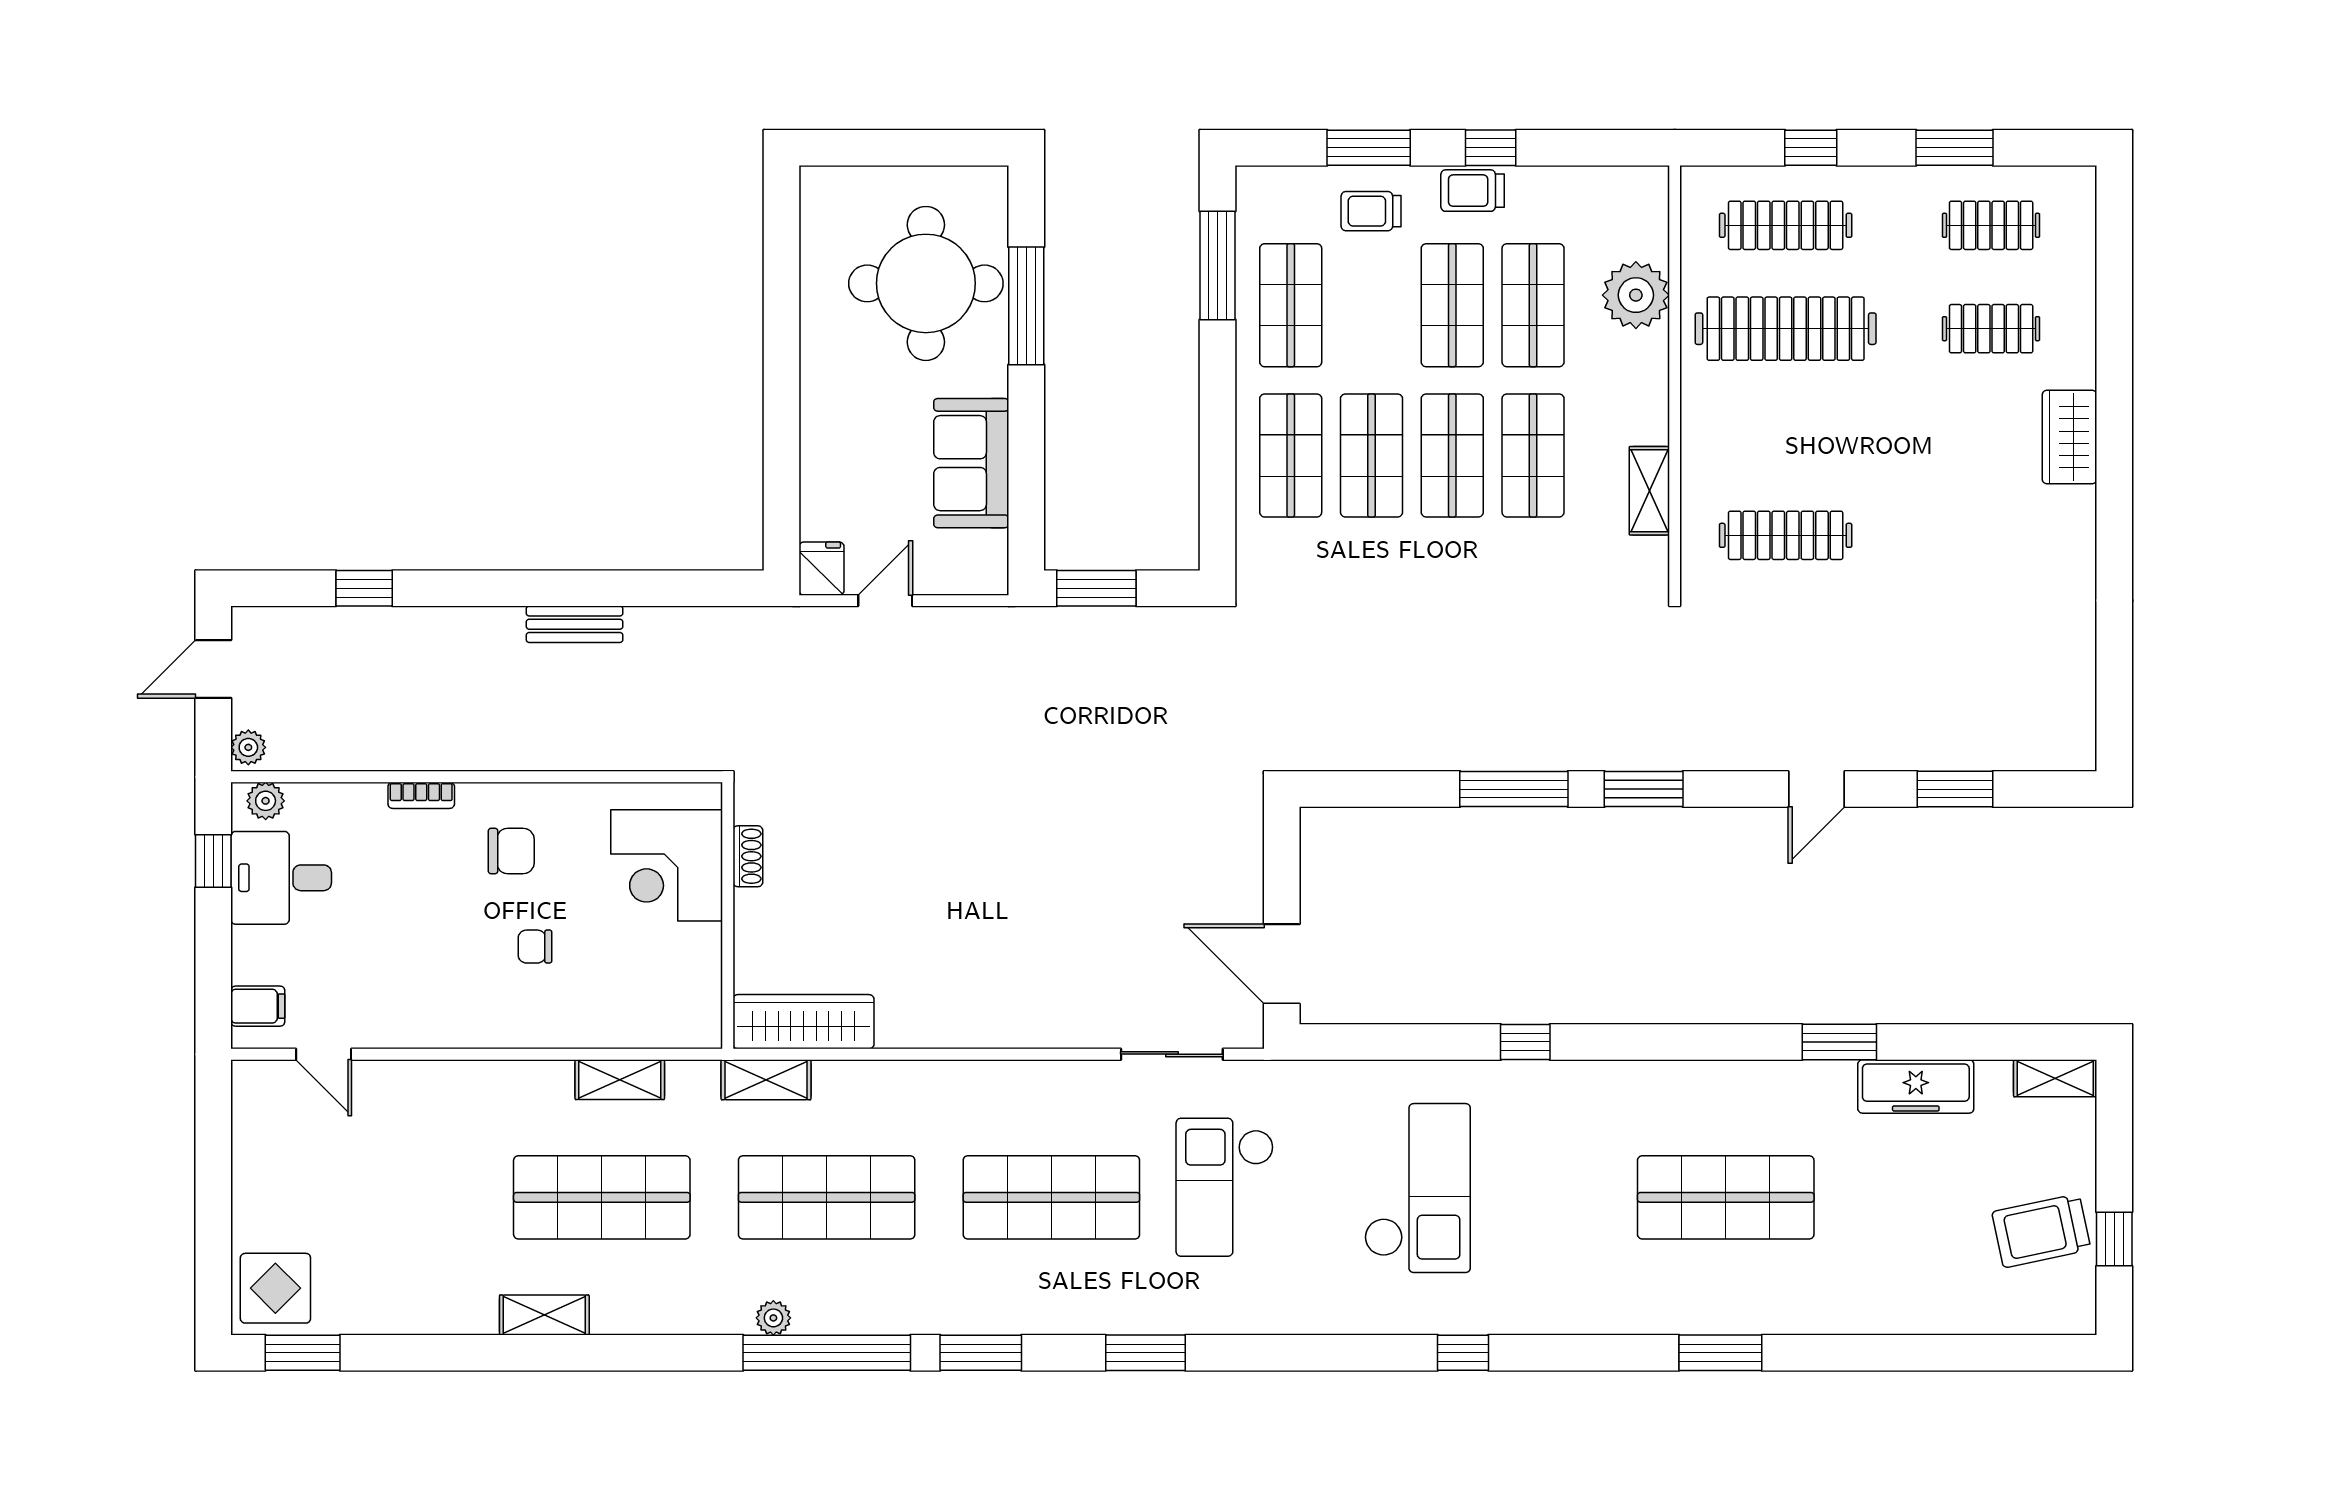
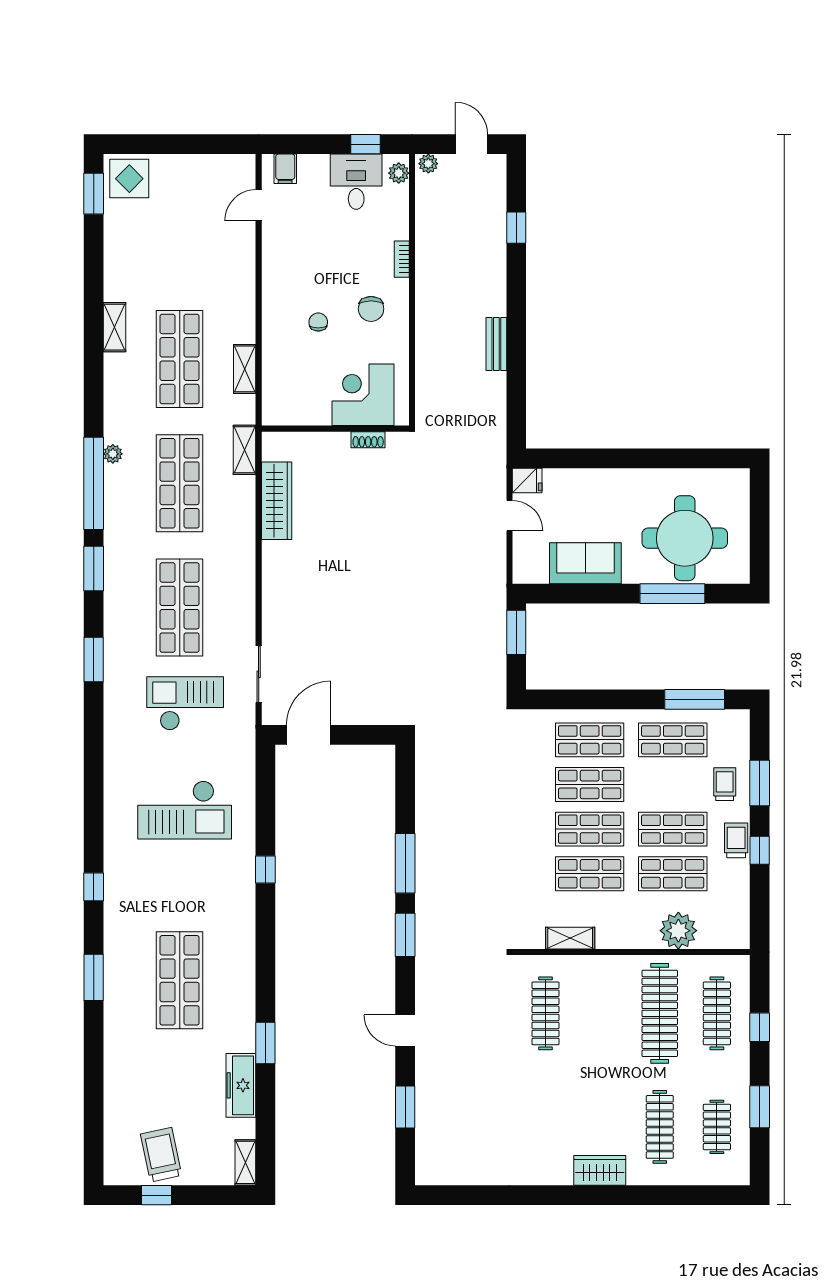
clothes rail: (1991, 329) -> (660, 1127), width x1.36
wardrobe: (803, 1022) -> (277, 501), moved
window: (1463, 1353) -> (94, 887), moved

